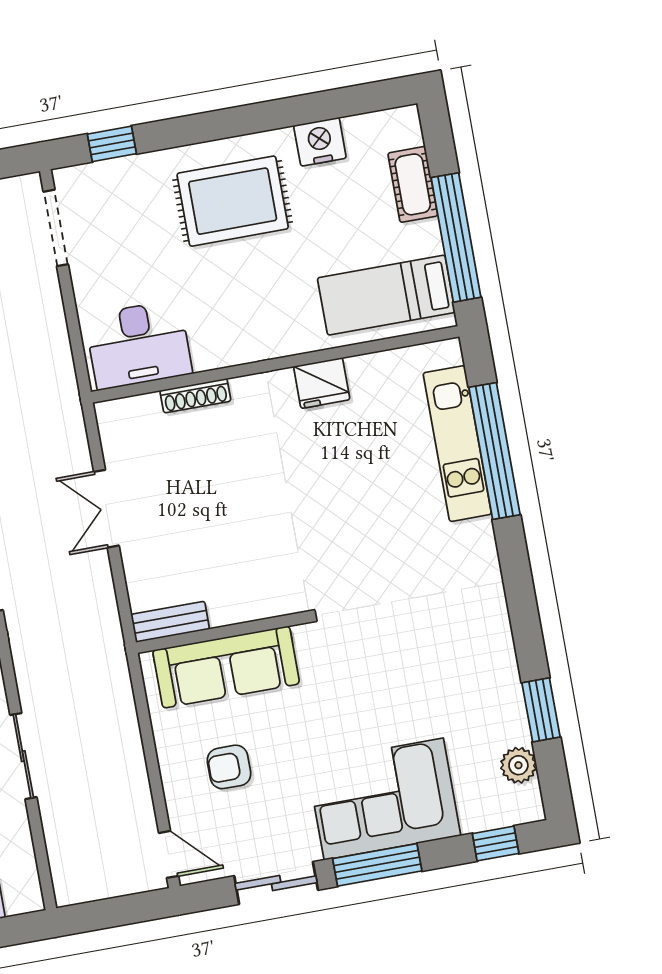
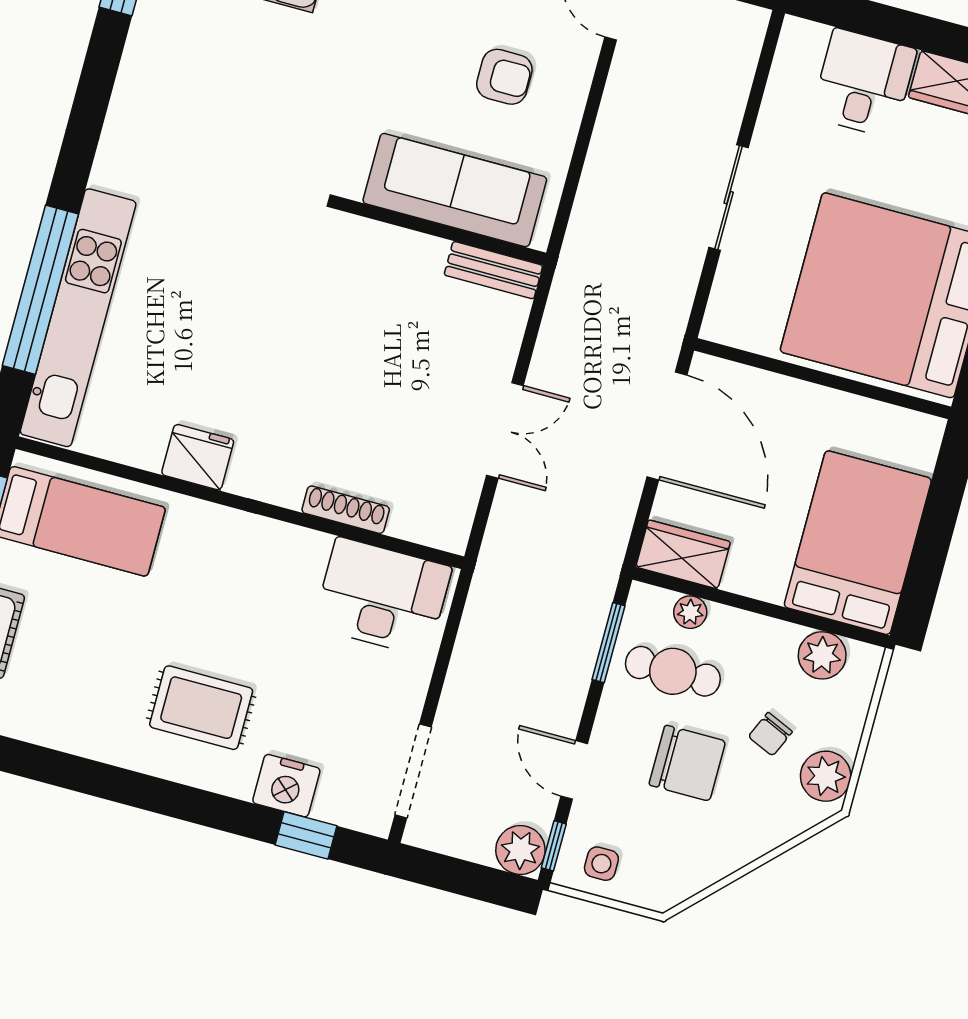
nightstand: (320, 142) -> (286, 786), moved
rug: (233, 201) -> (201, 708), width x0.73, depth x0.70
kitchen unit: (457, 444) -> (78, 318), width x1.36

